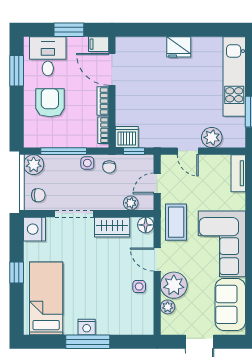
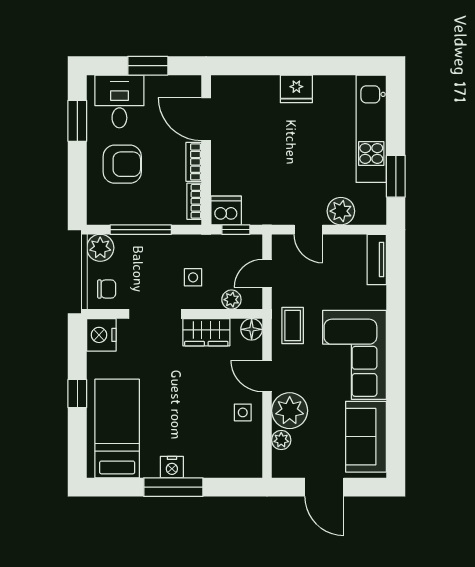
filing cabinet: (99, 44) -> (188, 85), removed
armchair: (50, 103) -> (122, 164), turned 90
side table: (87, 163) -> (193, 277), moved
chair: (109, 167) -> (202, 251), removed
coffee table: (176, 222) -> (293, 326), width x0.73, depth x0.77

